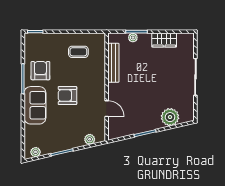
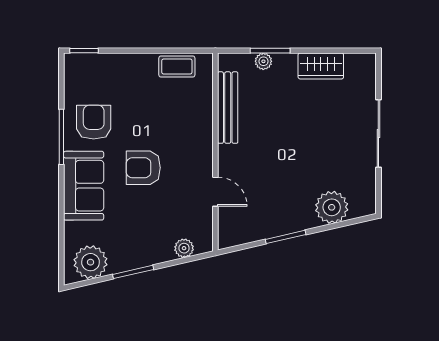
coffee table: (78, 52) -> (177, 66), moved
plant: (36, 152) -> (91, 262), width x1.88, depth x1.88

